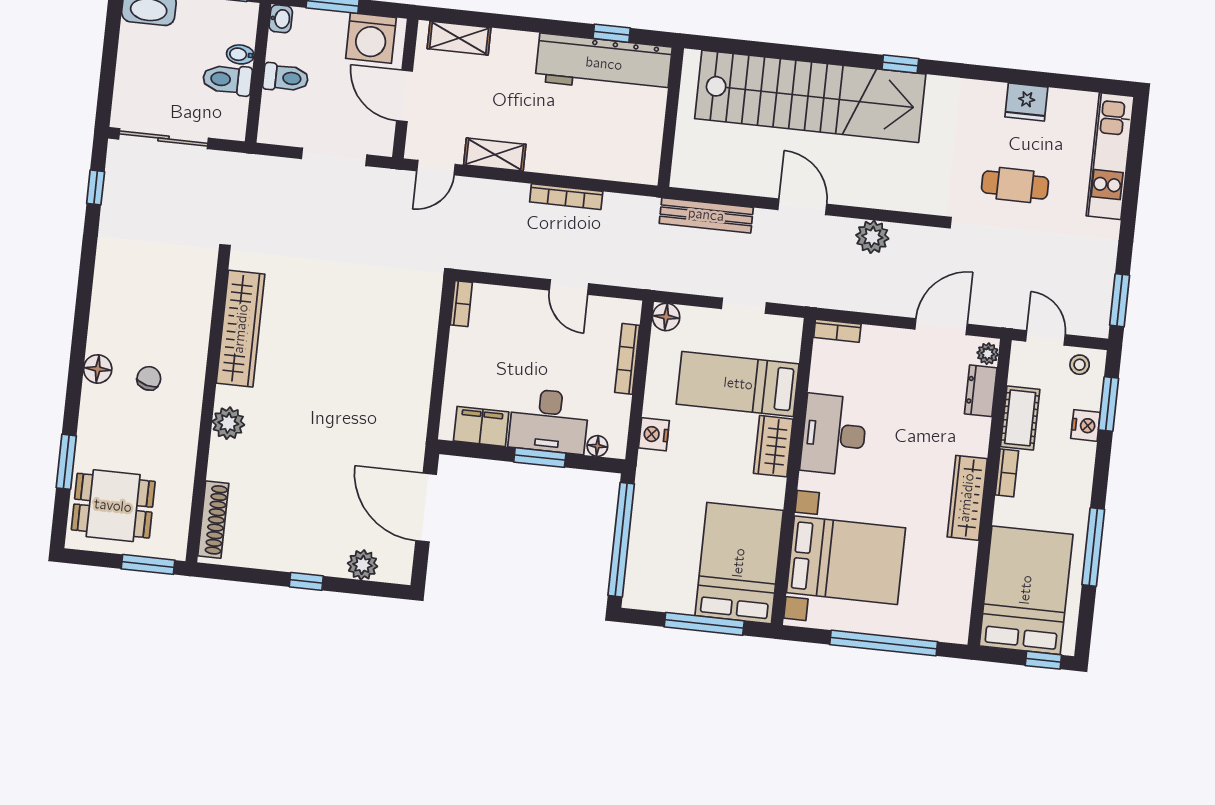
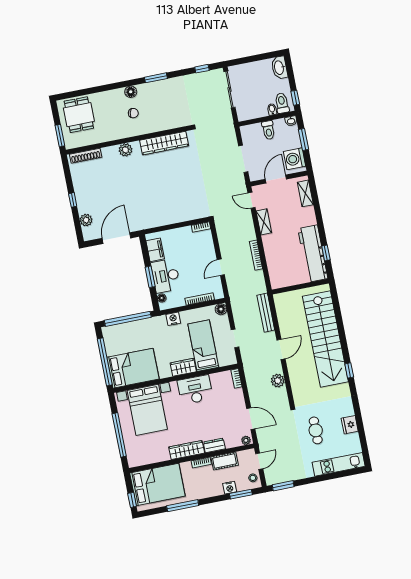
toilet: (227, 80) -> (282, 103), moved
dresser: (981, 391) -> (214, 445), moved
window: (66, 462) -> (156, 78), moved
window: (704, 624) -> (105, 362), width x1.46

